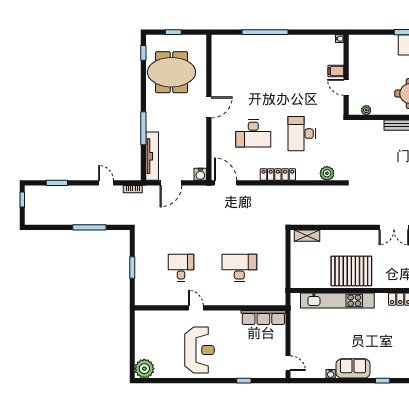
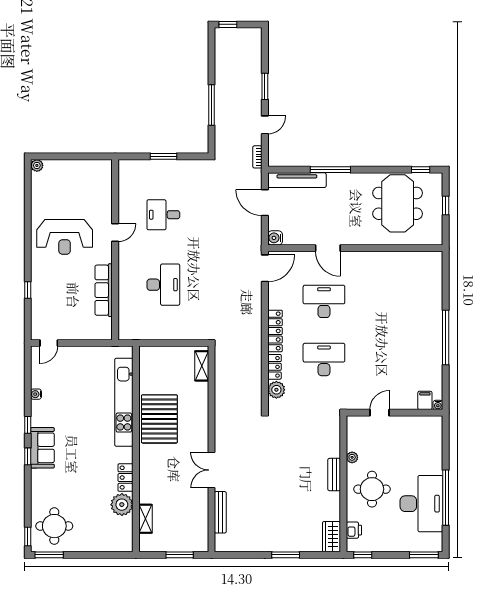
window: (265, 32) -> (446, 337), moved
filing cabinet: (336, 71) -> (425, 400), moved
door: (209, 107) -> (328, 248), moved
plant: (366, 110) -> (352, 457), moved
desk: (253, 134) -> (324, 301), turned 90
locker: (308, 175) -> (274, 367), added
window: (57, 183) -> (265, 86), moved
window: (22, 199) -> (228, 24), moved
desk: (181, 268) -> (163, 215), turned 180
row of seats: (263, 317) -> (104, 290), moved
sofa: (353, 368) -> (42, 448), moved
plant: (144, 369) -> (37, 165), width x0.53, depth x0.53
window: (356, 381) -> (28, 425), added

